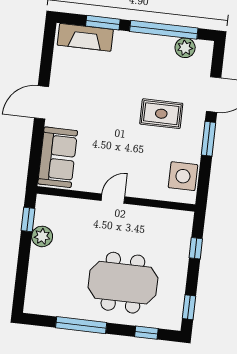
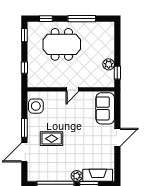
plant: (185, 48) -> (77, 176), moved

